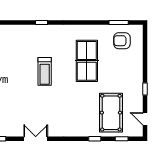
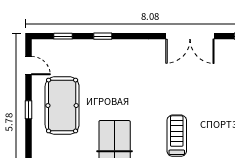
pool table: (111, 113) -> (62, 106), moved
double door: (36, 139) -> (190, 36), width x1.37

